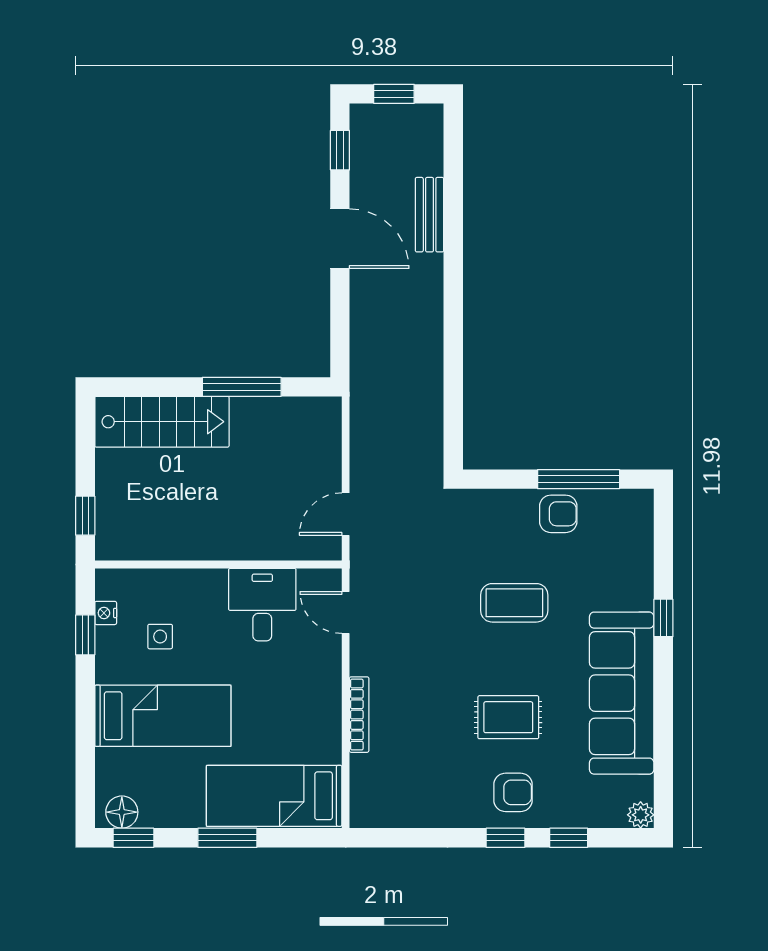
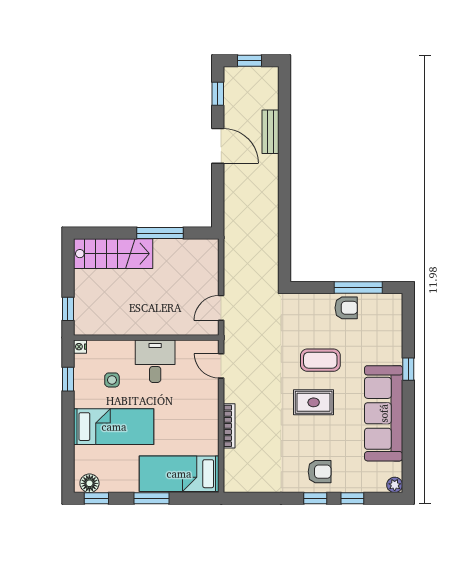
desk: (262, 605) -> (155, 361), moved
nightstand: (106, 613) -> (80, 347), moved
rug: (508, 717) -> (314, 402), moved

